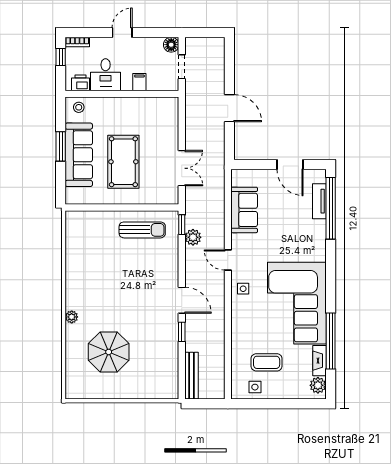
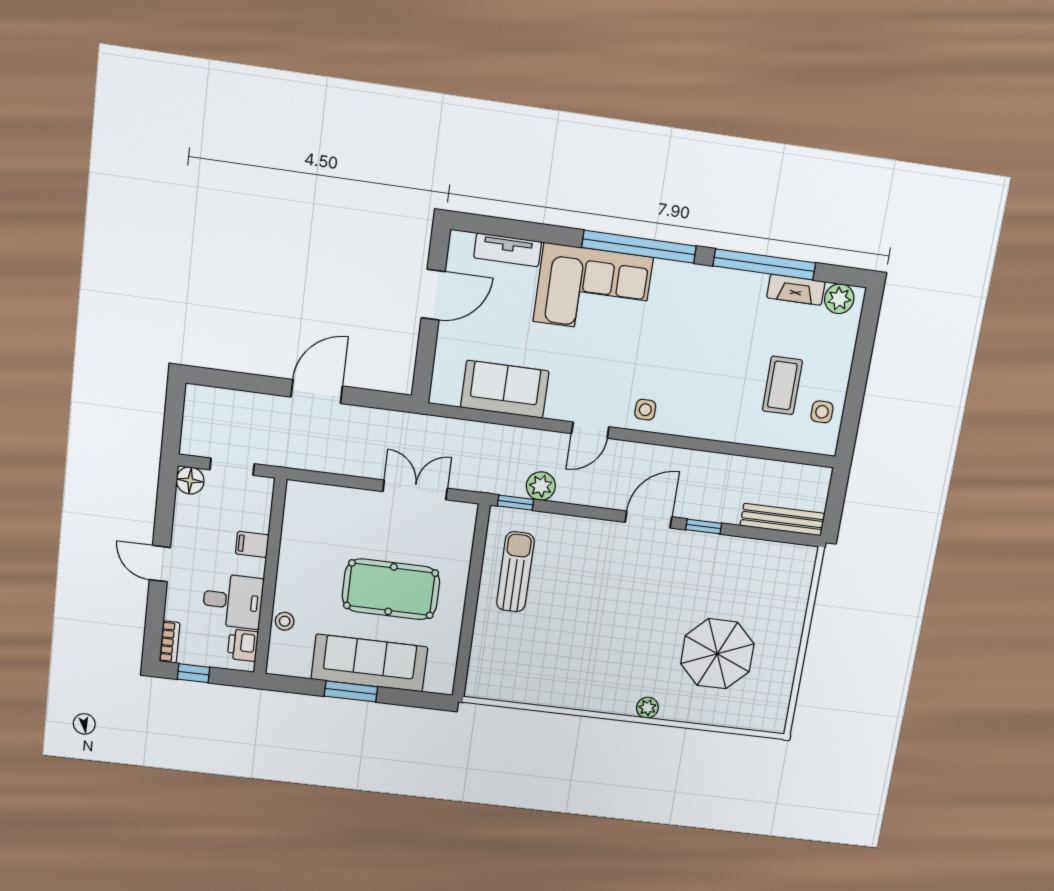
stool: (79, 107) -> (285, 621), moved
window: (331, 208) -> (639, 247), moved
corner sofa: (297, 303) -> (593, 289), moved, width x0.73, depth x0.74

